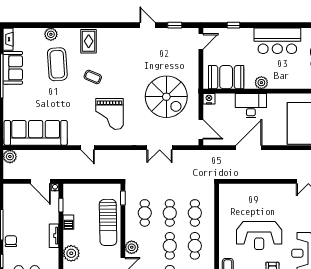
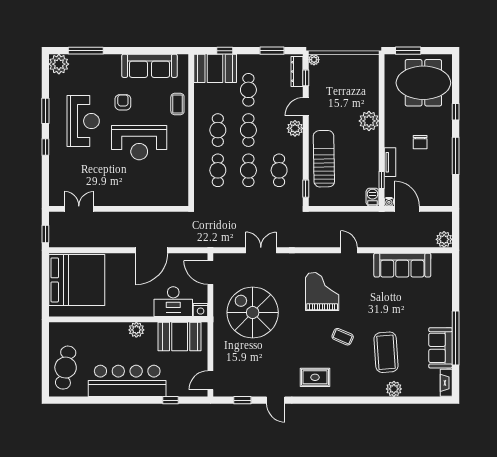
rug: (89, 41) -> (315, 377), moved, turned 90
bar counter: (277, 41) -> (127, 381), width x1.36
desk: (251, 106) -> (173, 302), moved
sofa: (36, 133) -> (402, 265), width x0.74, depth x0.79
barbecue: (68, 222) -> (373, 197), moved
tv unit: (54, 236) -> (390, 162), moved
reception desk: (259, 236) -> (139, 143), turned 180
chair: (11, 241) -> (420, 142), moved

